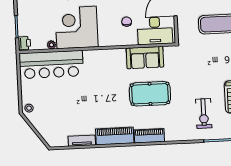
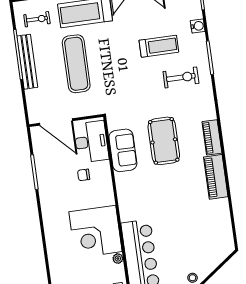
tv unit: (82, 141) -> (224, 214), removed

